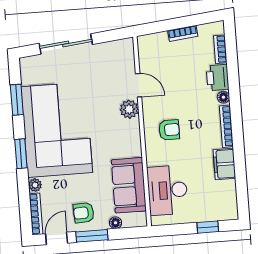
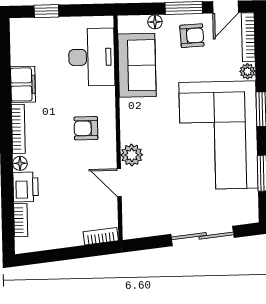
bookcase: (183, 33) -> (101, 236), moved

